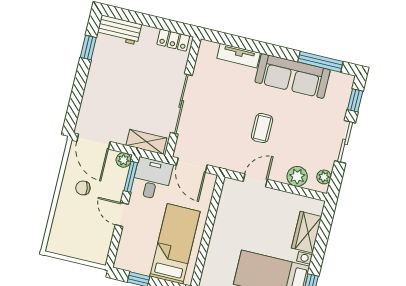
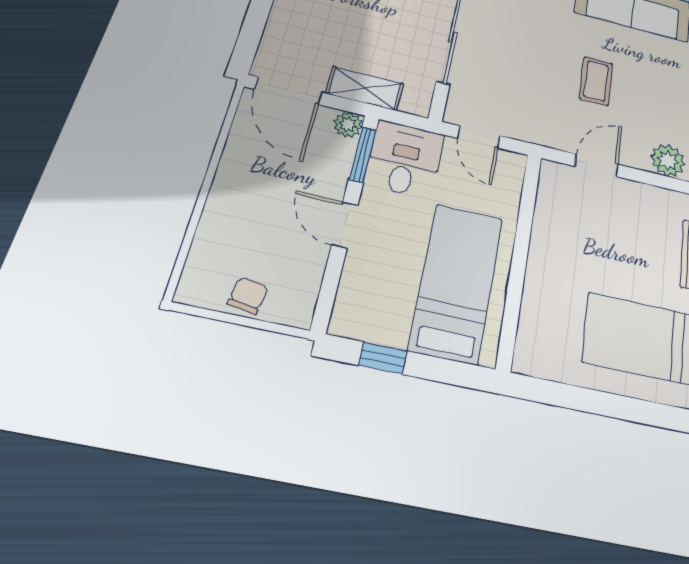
shelving: (146, 142) -> (365, 88), moved
door: (192, 165) -> (479, 137), width x0.73
chair: (83, 188) -> (248, 296), moved, turned 108

